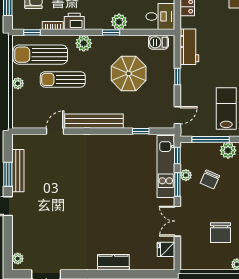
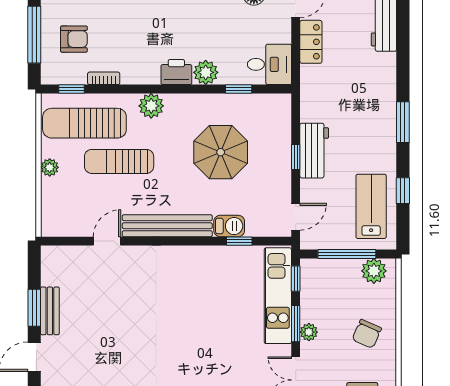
printer: (74, 21) -> (176, 72), moved
window: (111, 32) -> (239, 89), moved
barbecue: (158, 42) -> (229, 226), moved, turned 180
workbench: (189, 47) -> (314, 151), moved
bench: (18, 171) -> (50, 311), width x0.73
plant: (186, 175) -> (309, 332), moved
chair: (210, 179) -> (367, 334), moved

